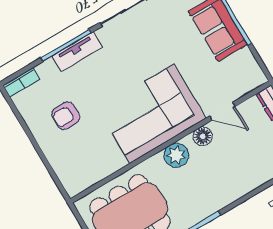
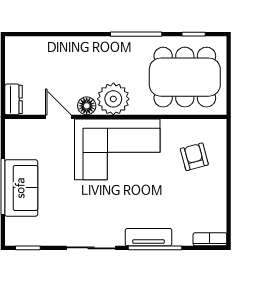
armchair: (66, 116) -> (194, 157), moved, turned -105
plant: (176, 155) -> (113, 99), width x1.36, depth x1.36

